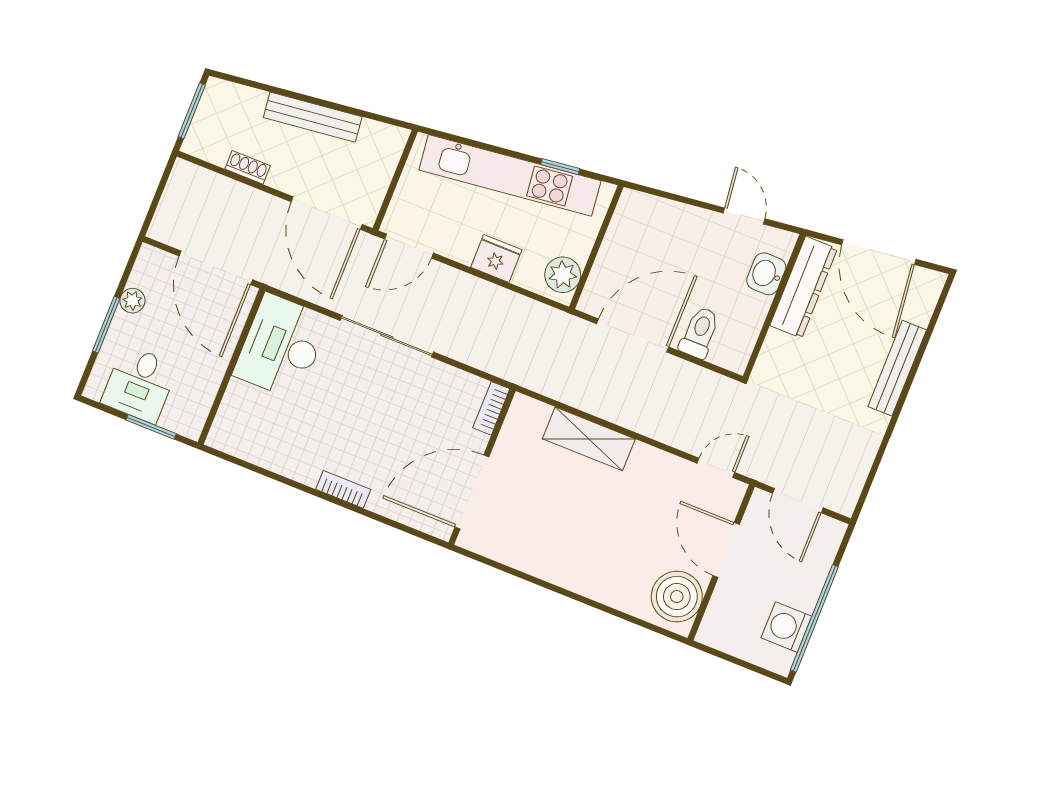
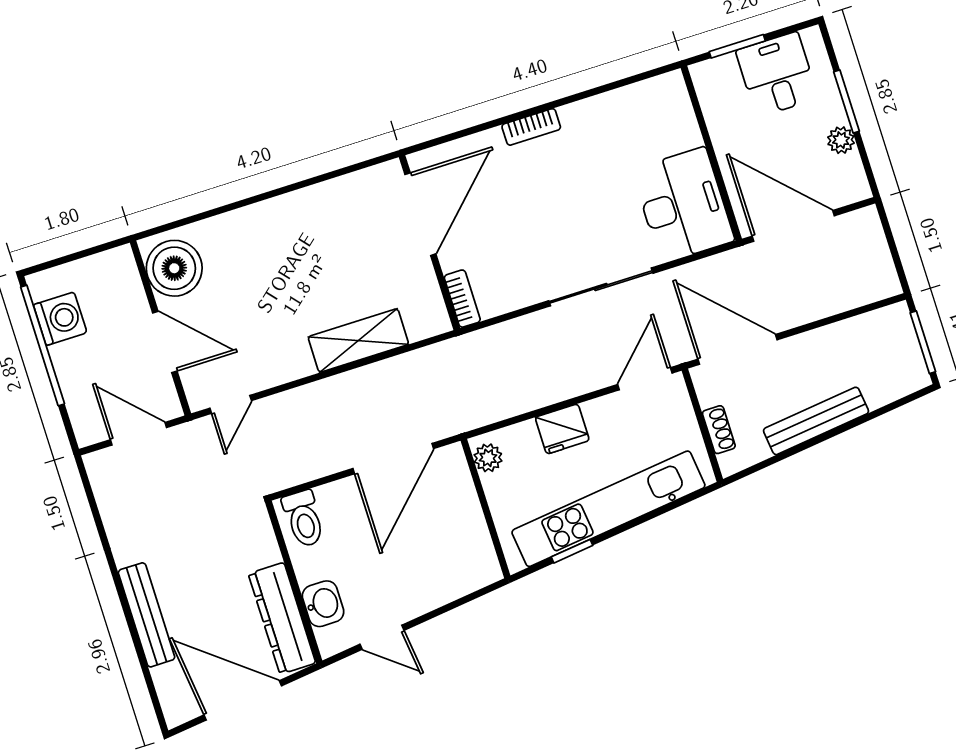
shoe rack: (248, 167) -> (719, 430), moved, turned -90
plant: (563, 275) -> (488, 458), width x0.73, depth x0.73
toilet: (700, 333) -> (304, 519), moved

